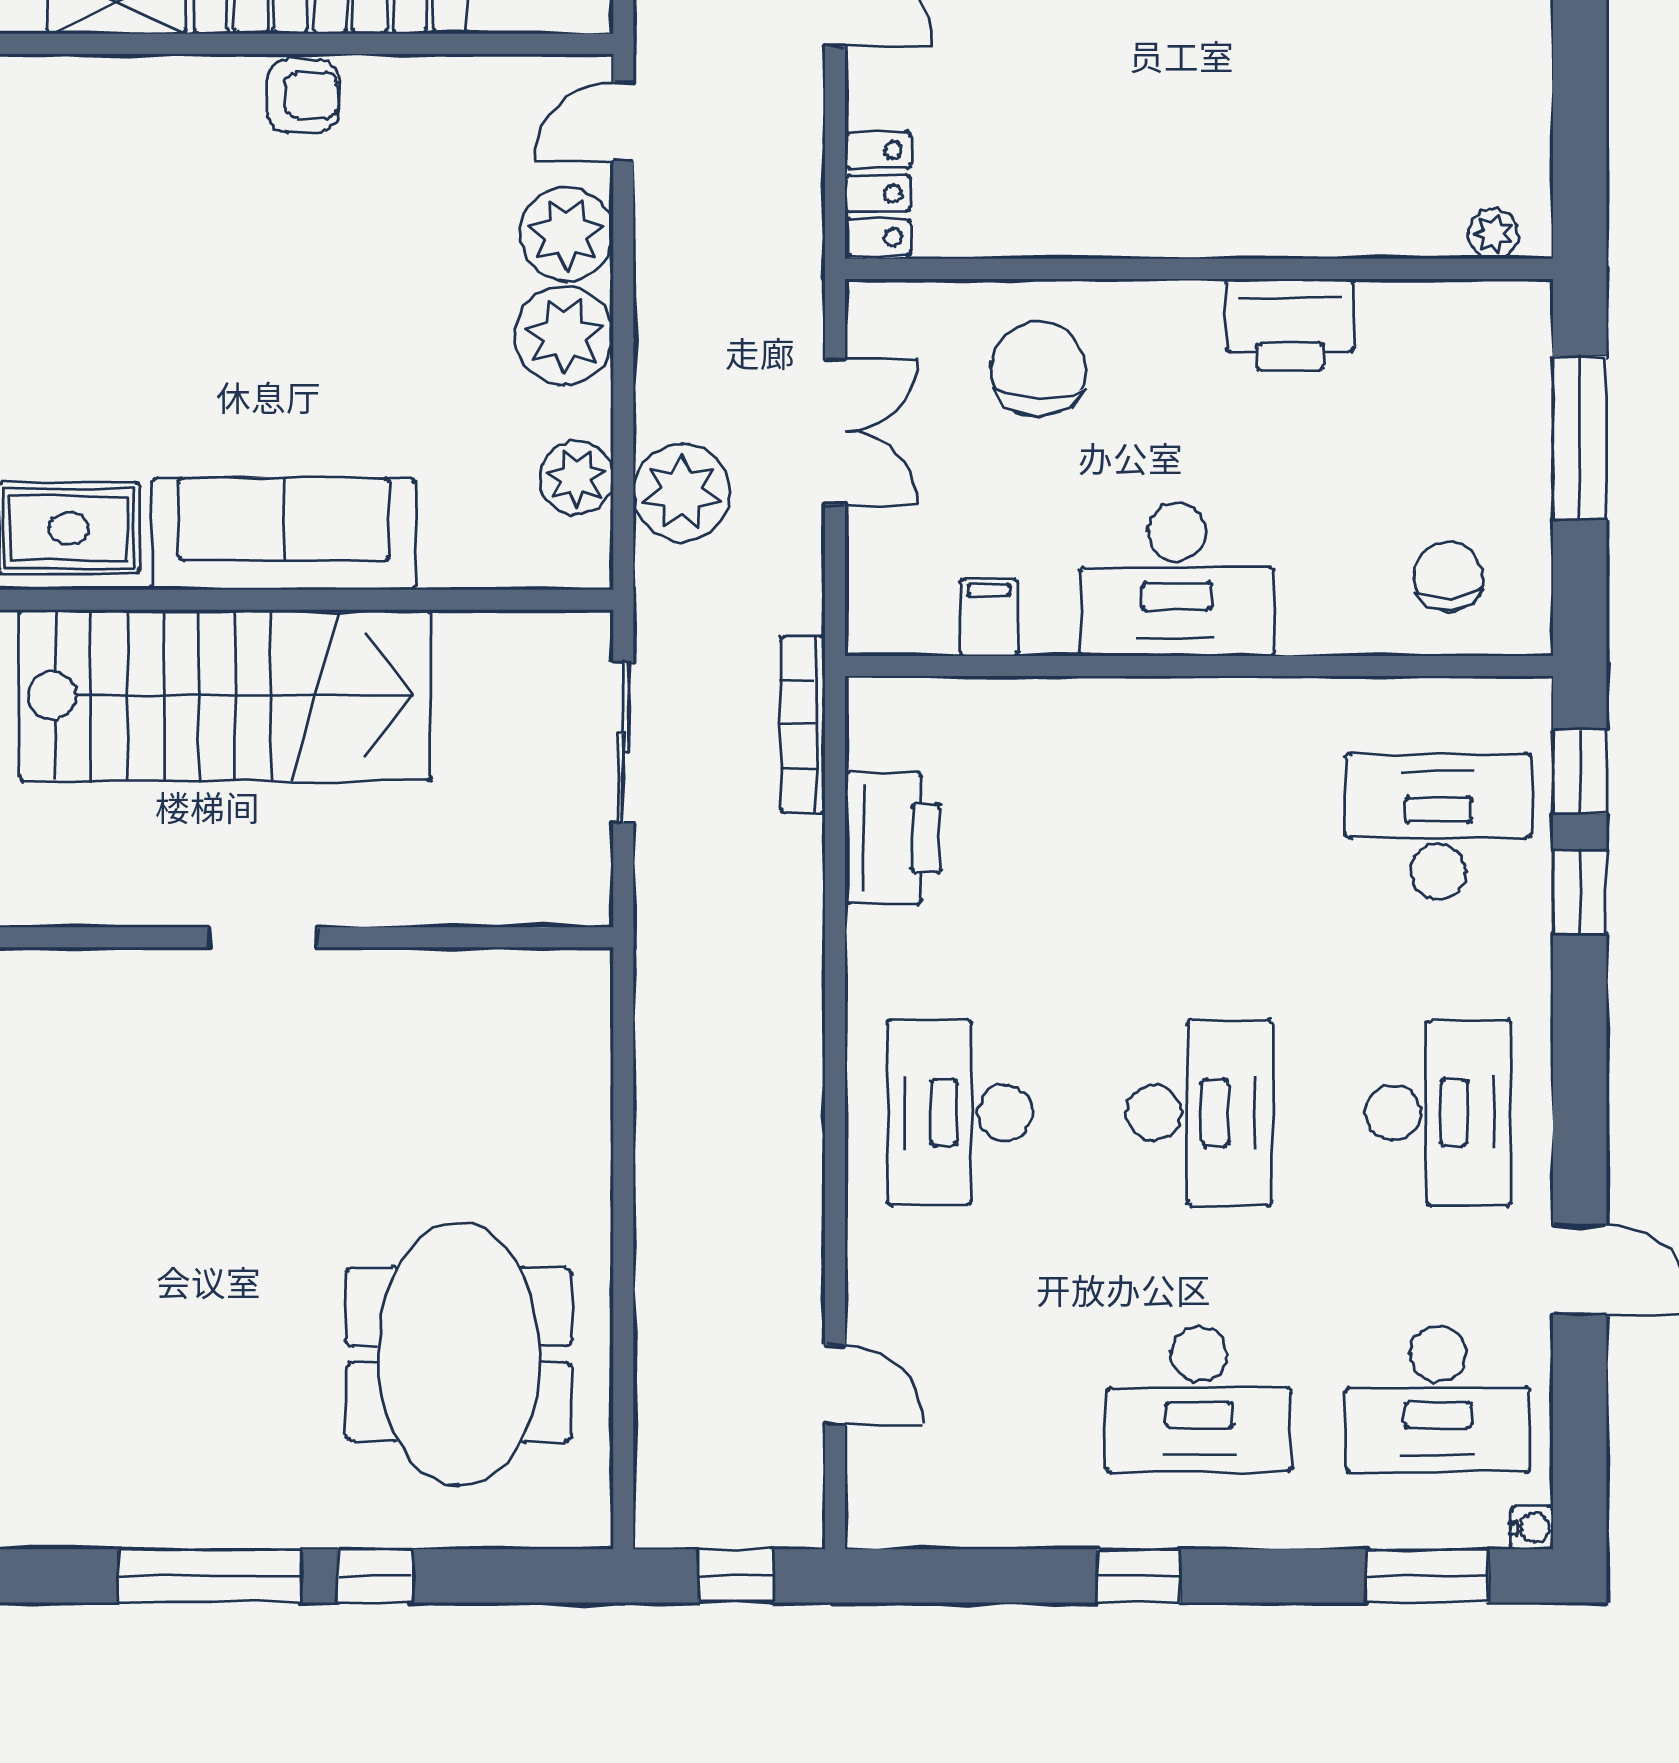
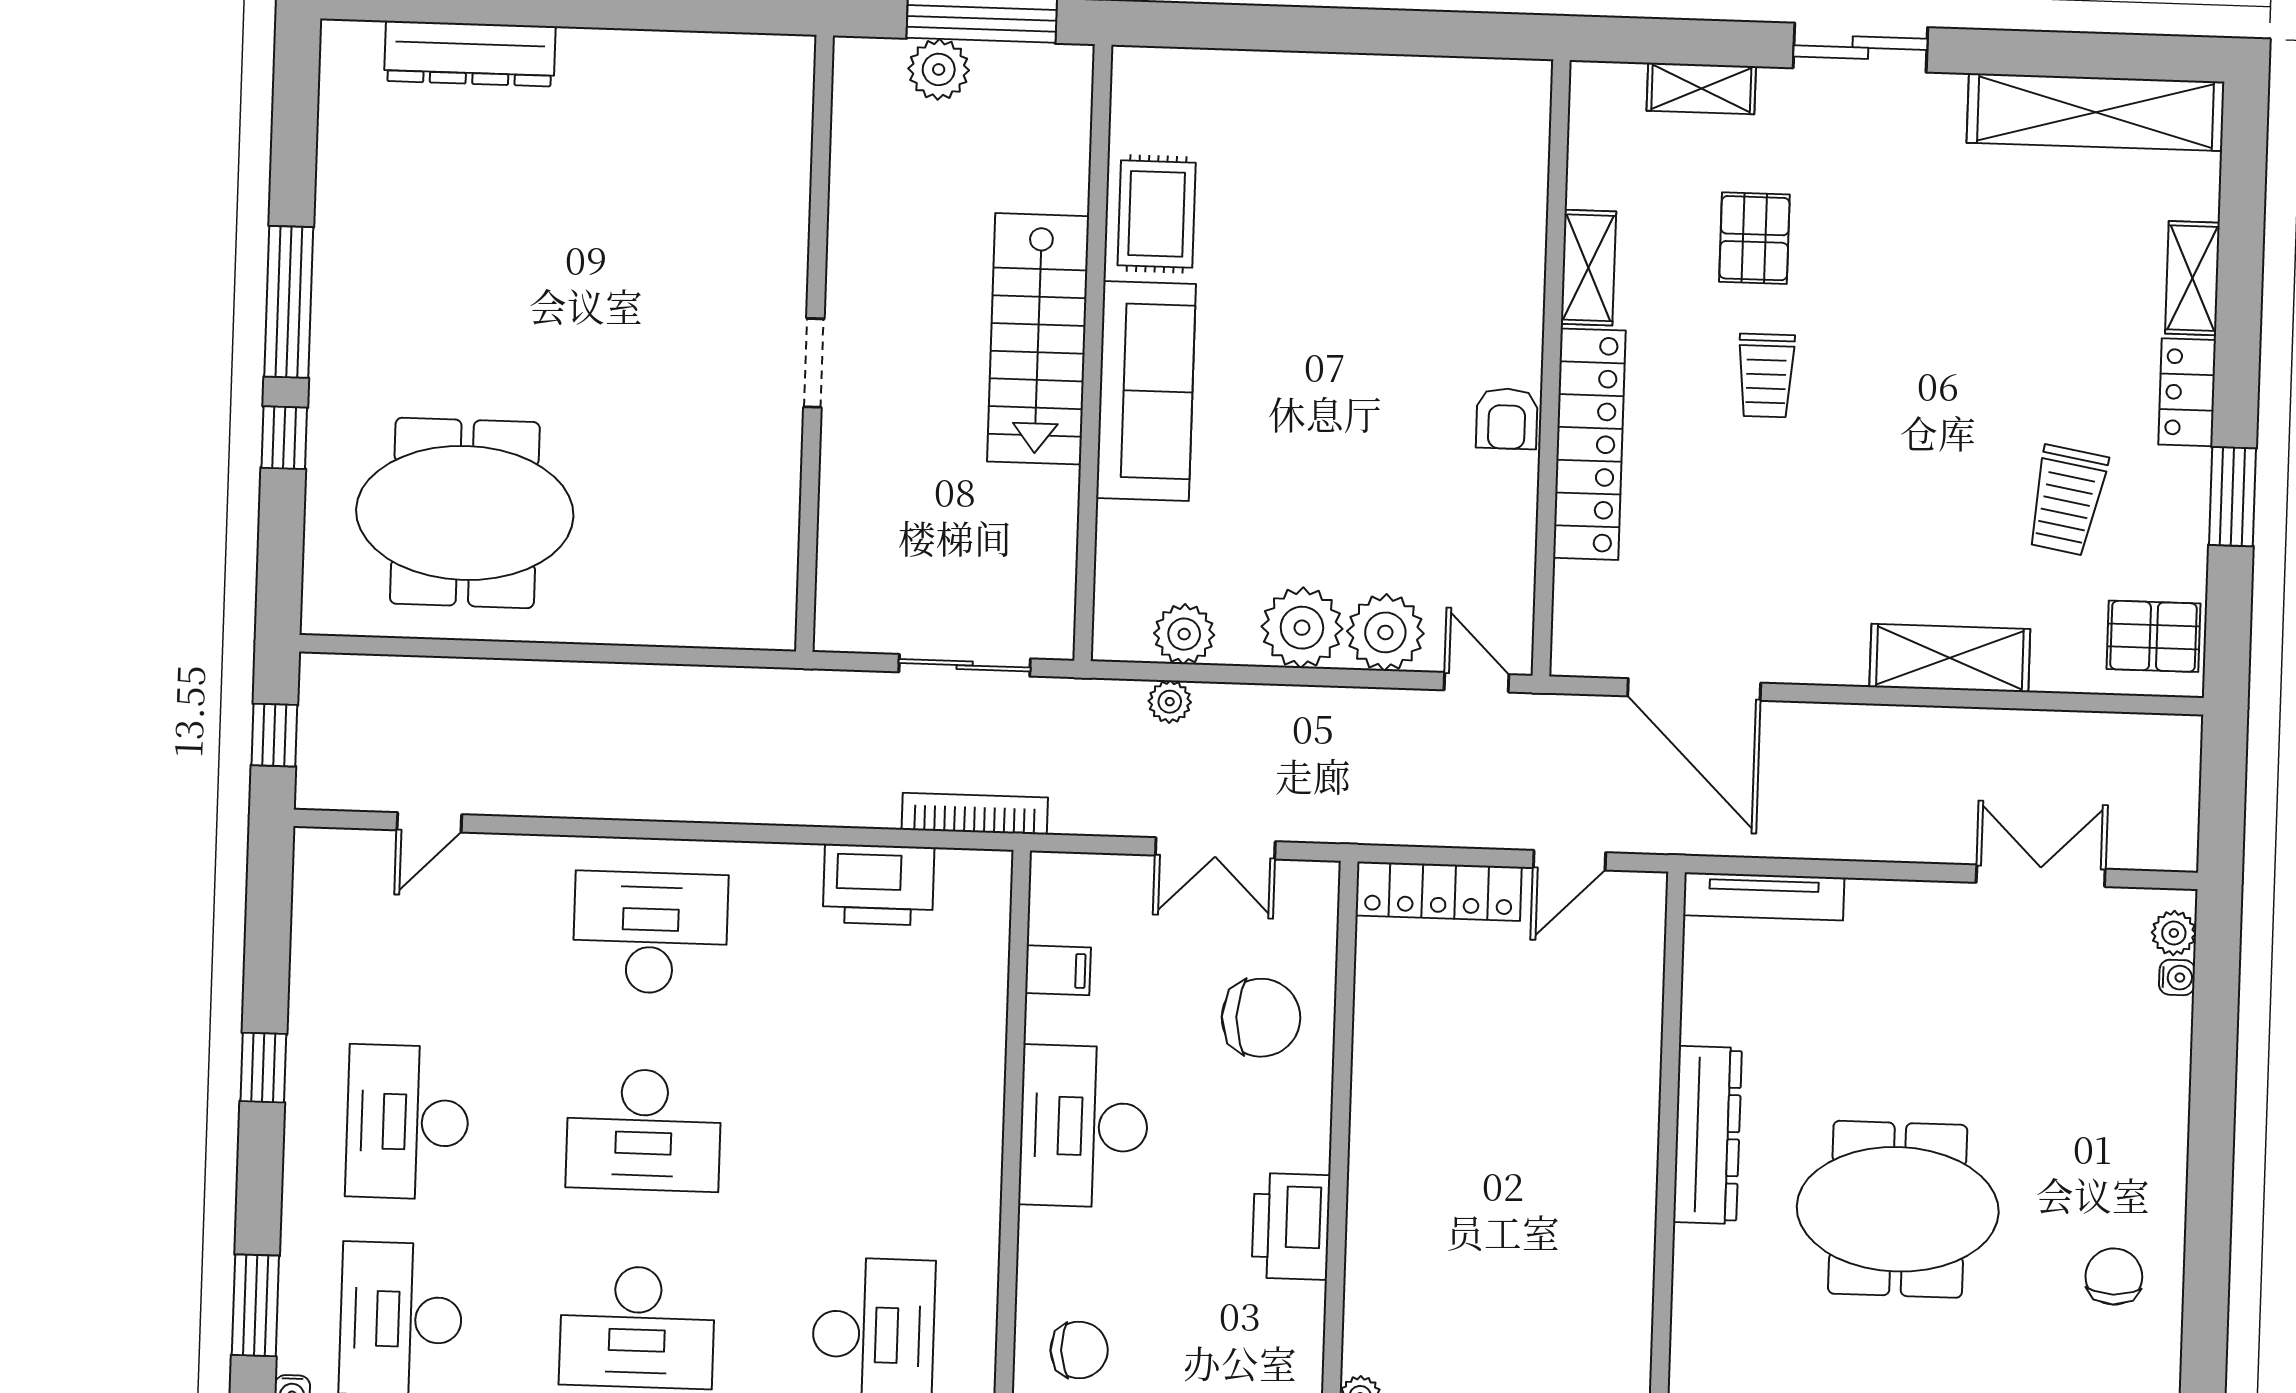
locker: (878, 194) -> (1439, 891), width x1.53
plant: (682, 493) -> (1170, 702), width x0.53, depth x0.53
stairs: (225, 695) -> (1038, 339), width x0.73, depth x0.66

